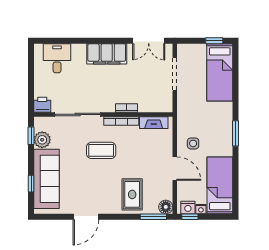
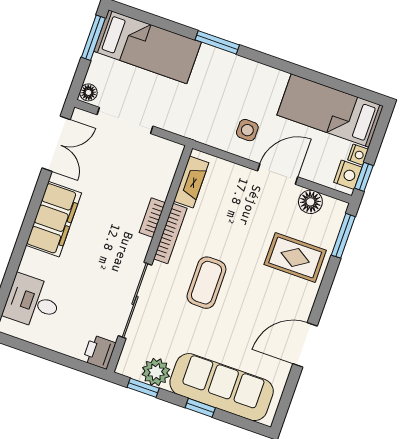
window: (214, 41) -> (93, 38), width x1.50
floor lamp: (183, 49) -> (88, 92), added
window: (236, 133) -> (217, 42), moved
window: (31, 184) -> (200, 408), moved
floor lamp: (166, 207) -> (310, 202), moved
door: (86, 217) -> (305, 345), swing flipped

